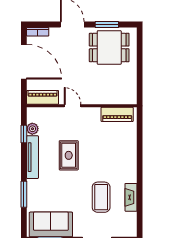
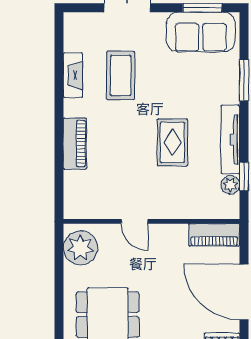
plant: (126, 89) -> (80, 248), added
door: (73, 106) -> (134, 221), moved
piano: (117, 114) -> (75, 144), moved, turned 90

